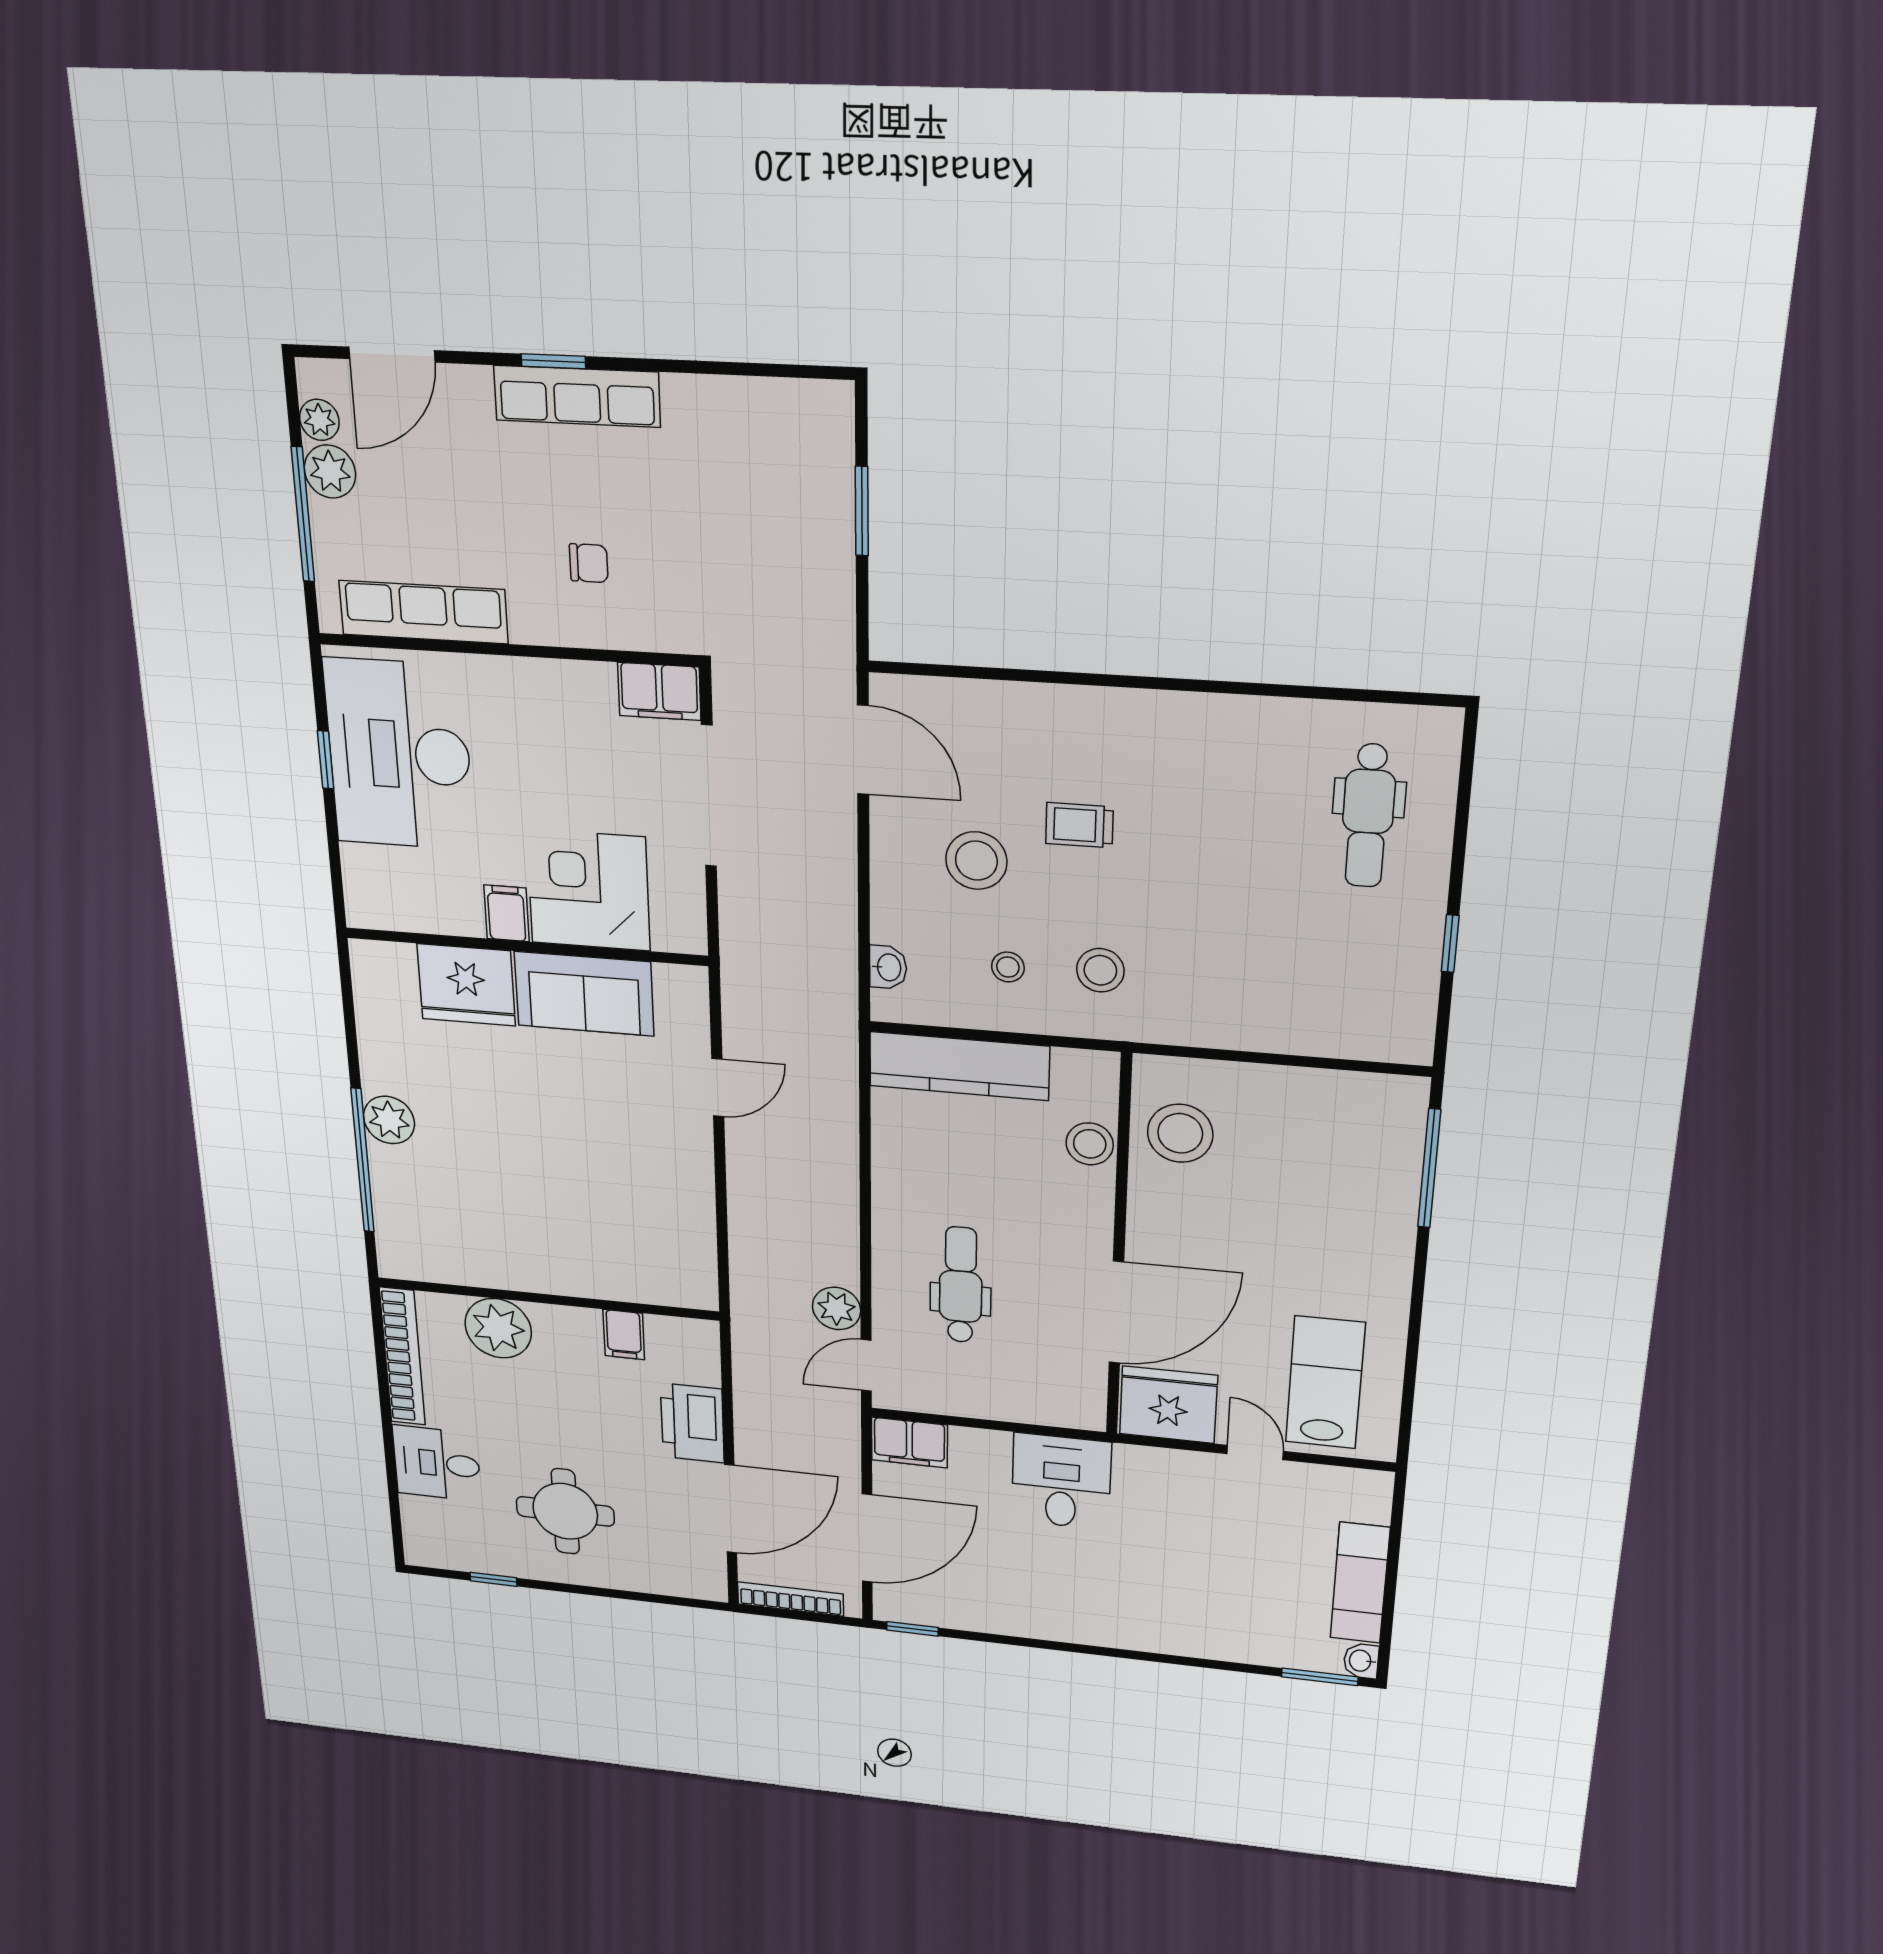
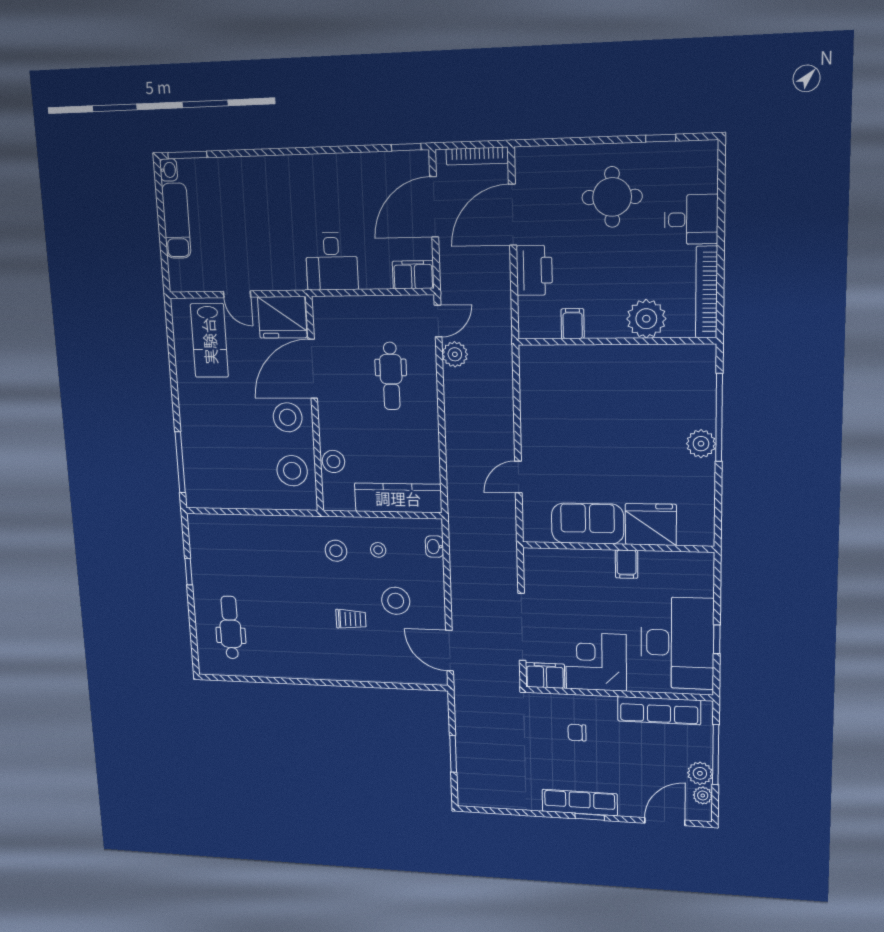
corner desk: (588, 890) -> (596, 662), moved, turned 180
stool: (1178, 1233) -> (288, 417), added

